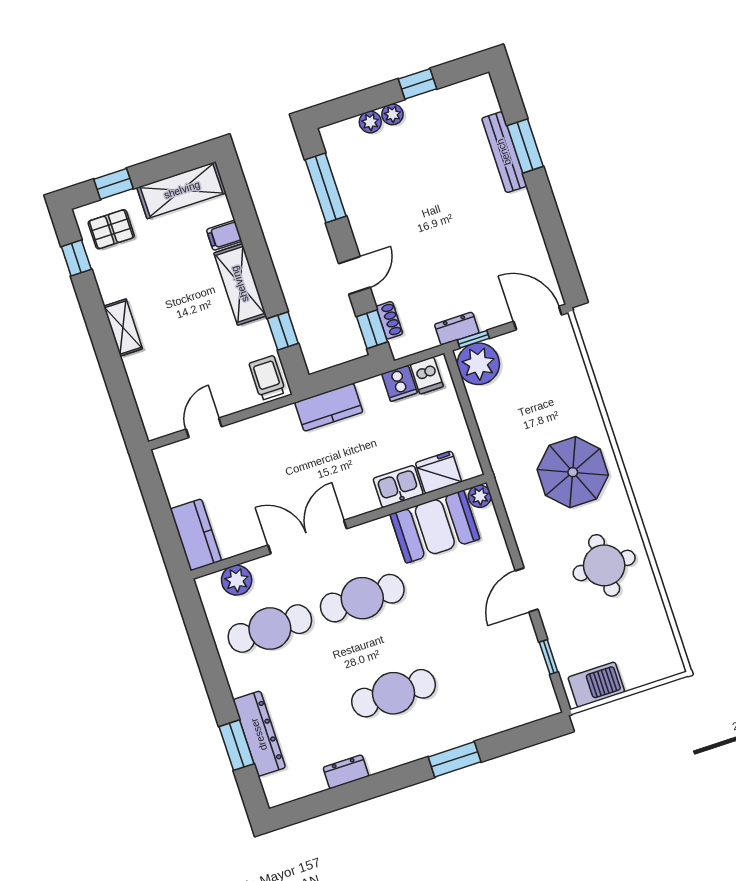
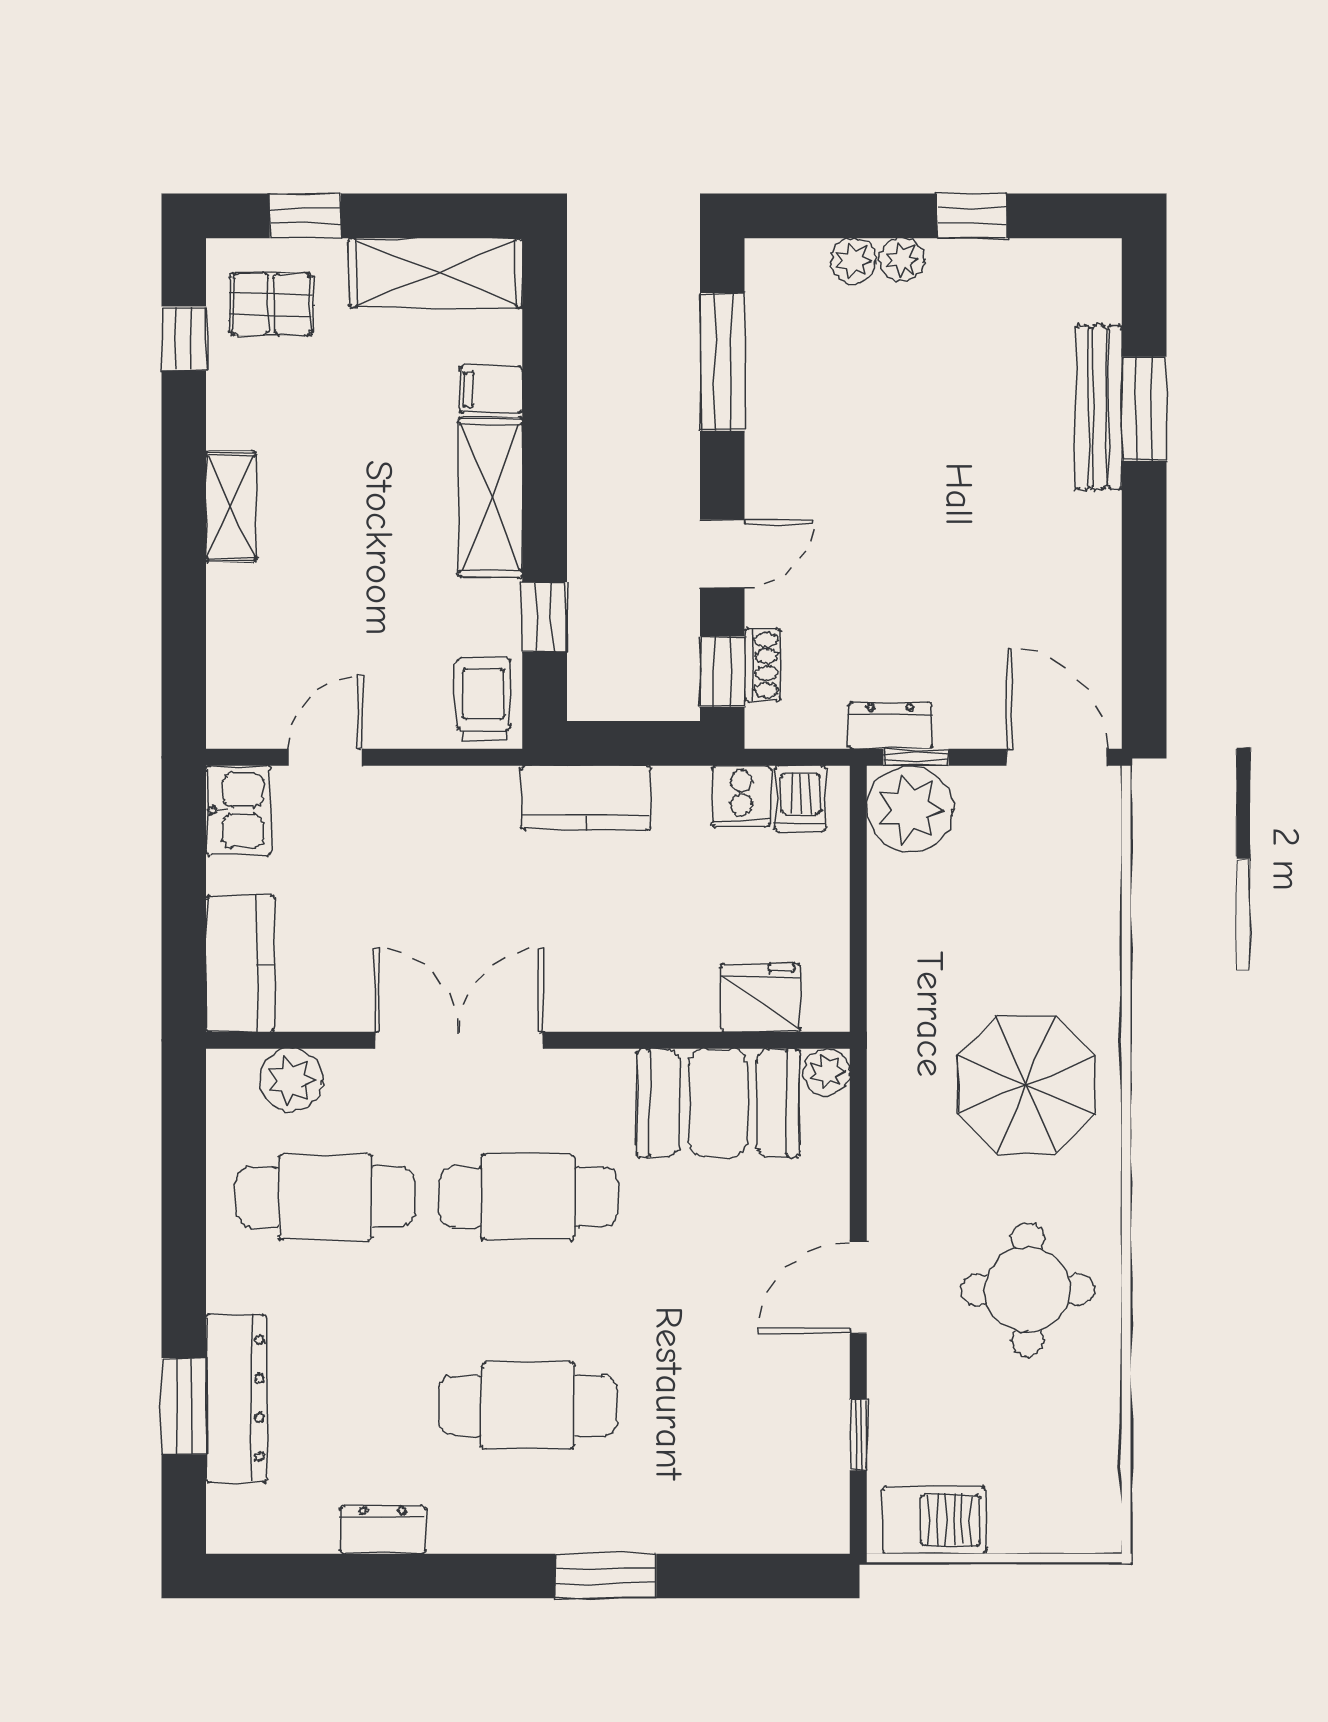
kitchen sink: (398, 486) -> (238, 810), moved, turned 90

